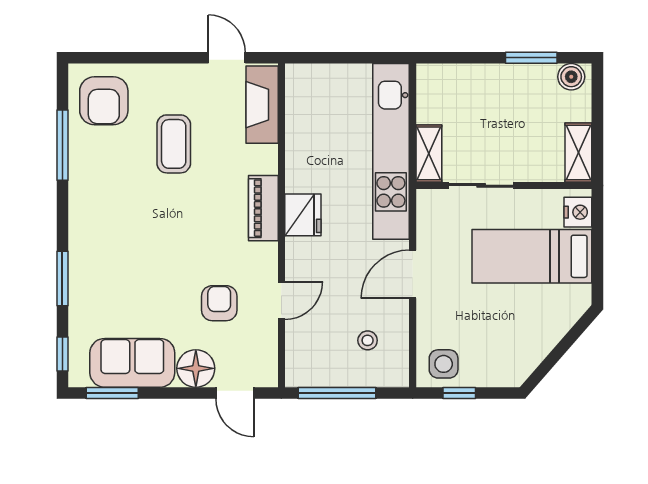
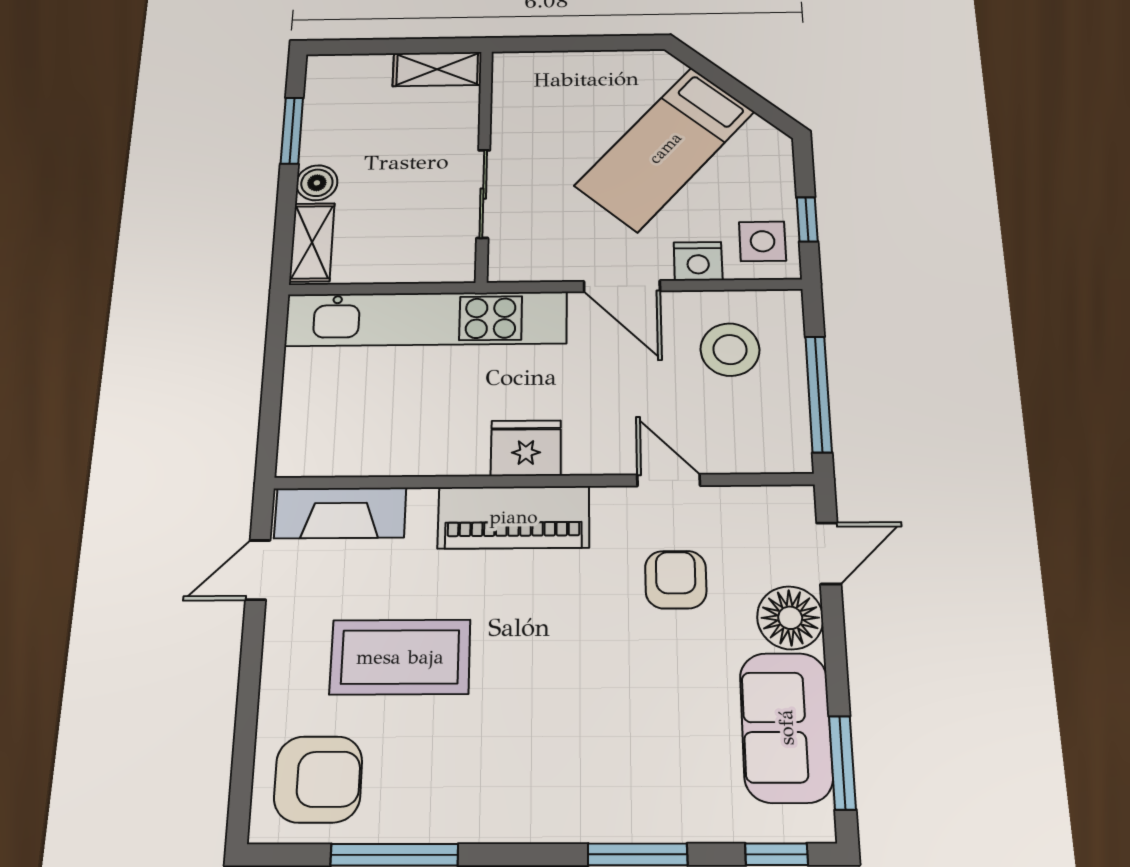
boiler: (571, 77) -> (317, 183), moved
coffee table: (174, 144) -> (400, 657), width x1.36, depth x1.32
shelving: (429, 153) -> (312, 242), moved, turned 90
piano: (263, 208) -> (514, 517), width x1.37, depth x1.33
nightstand: (578, 212) -> (698, 261), moved, turned 180
bed: (532, 256) -> (665, 148), moved, turned 41
armchair: (219, 303) -> (676, 580), turned 90
stool: (368, 340) -> (730, 350), width x1.89, depth x1.89

